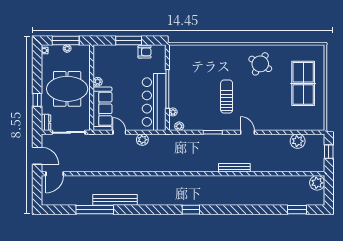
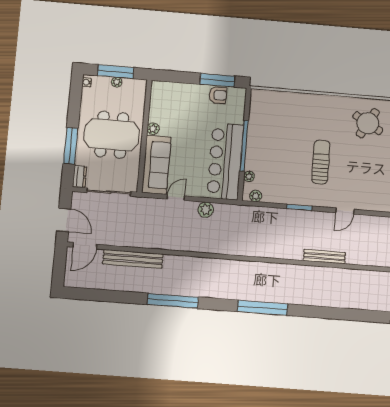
window: (129, 40) -> (217, 80), moved
window: (37, 100) -> (71, 146), width x2.17
door: (119, 132) -> (176, 197), hinge flipped
door: (247, 132) -> (345, 211), swing flipped
bench: (115, 200) -> (133, 259), moved
window: (95, 210) -> (173, 301), moved
window: (191, 210) -> (263, 308), width x2.11

